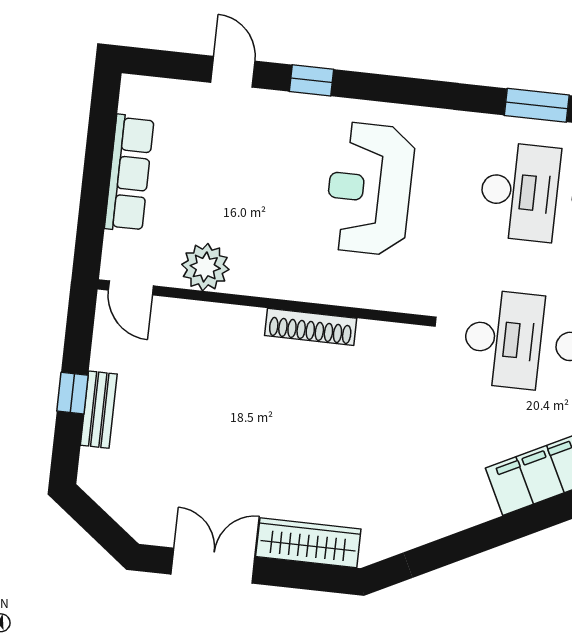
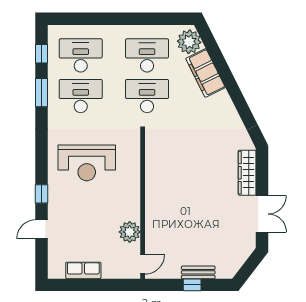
row of seats: (129, 173) -> (83, 270), width x0.68
shoe rack: (311, 327) -> (151, 182), removed
double door: (213, 566) -> (262, 214), swing flipped

